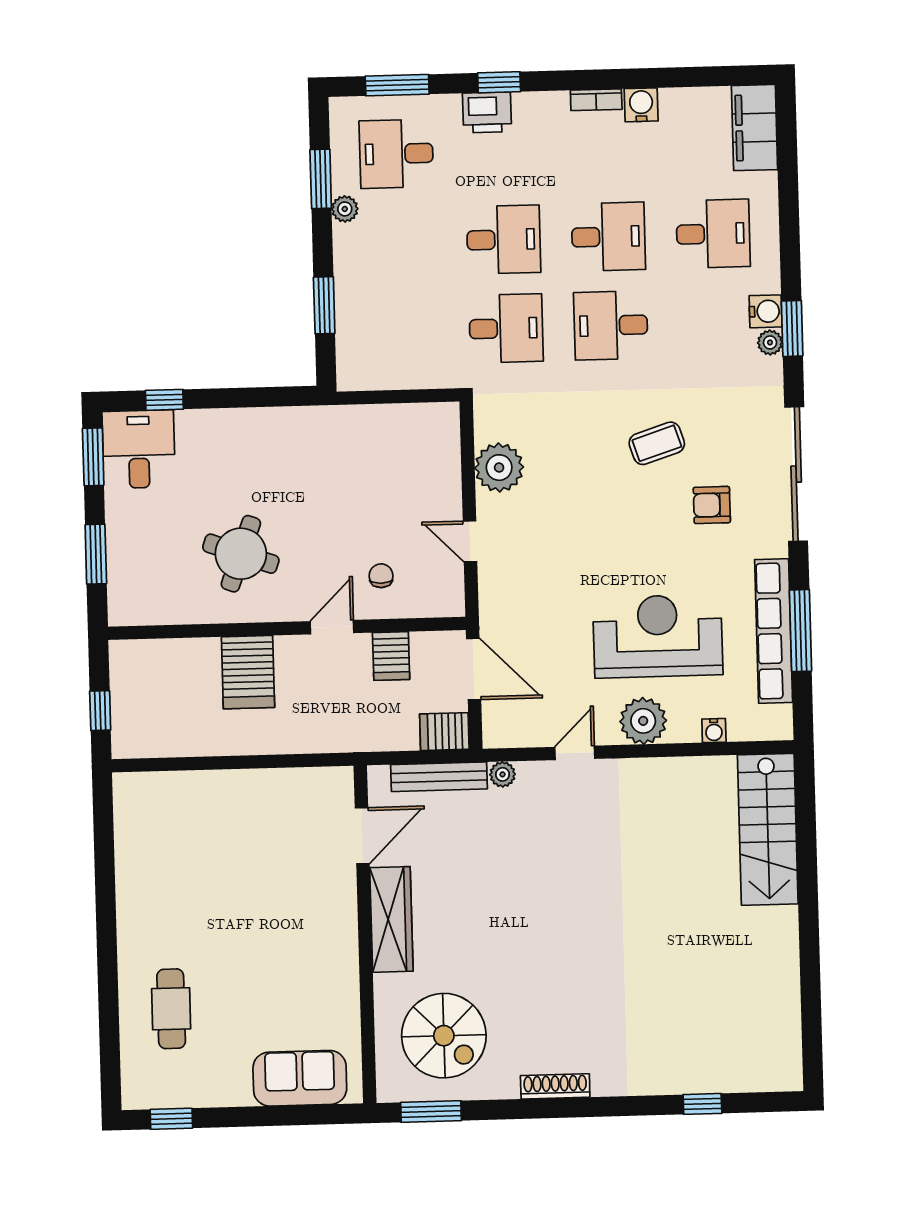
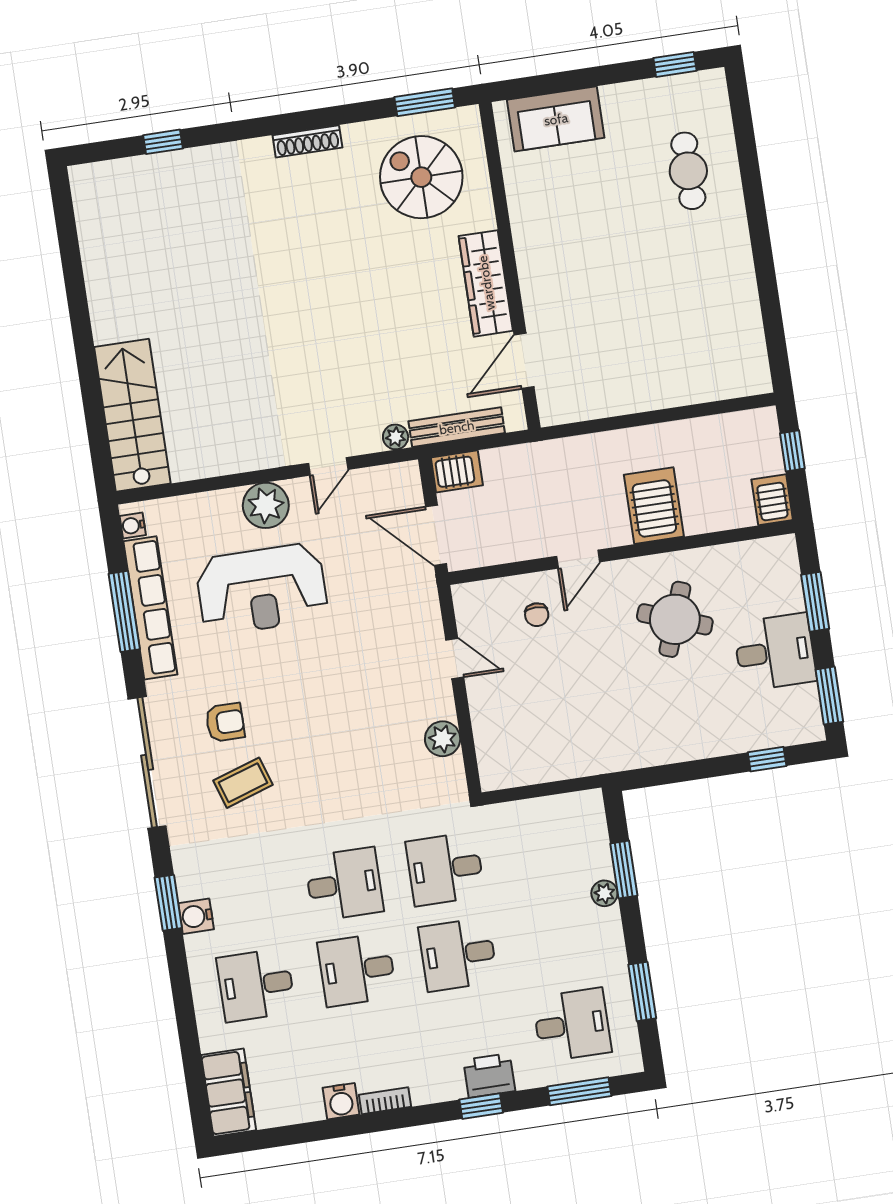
plant: (345, 209) -> (604, 893), moved
plant: (770, 342) -> (188, 887), removed
coffee table: (657, 443) -> (243, 783), moved
desk: (139, 449) -> (775, 652), moved, turned -90
plant: (499, 468) -> (443, 739), width x0.73, depth x0.73
server rack: (391, 656) -> (772, 500), moved
water cooler: (714, 731) -> (133, 525), moved, turned -90

